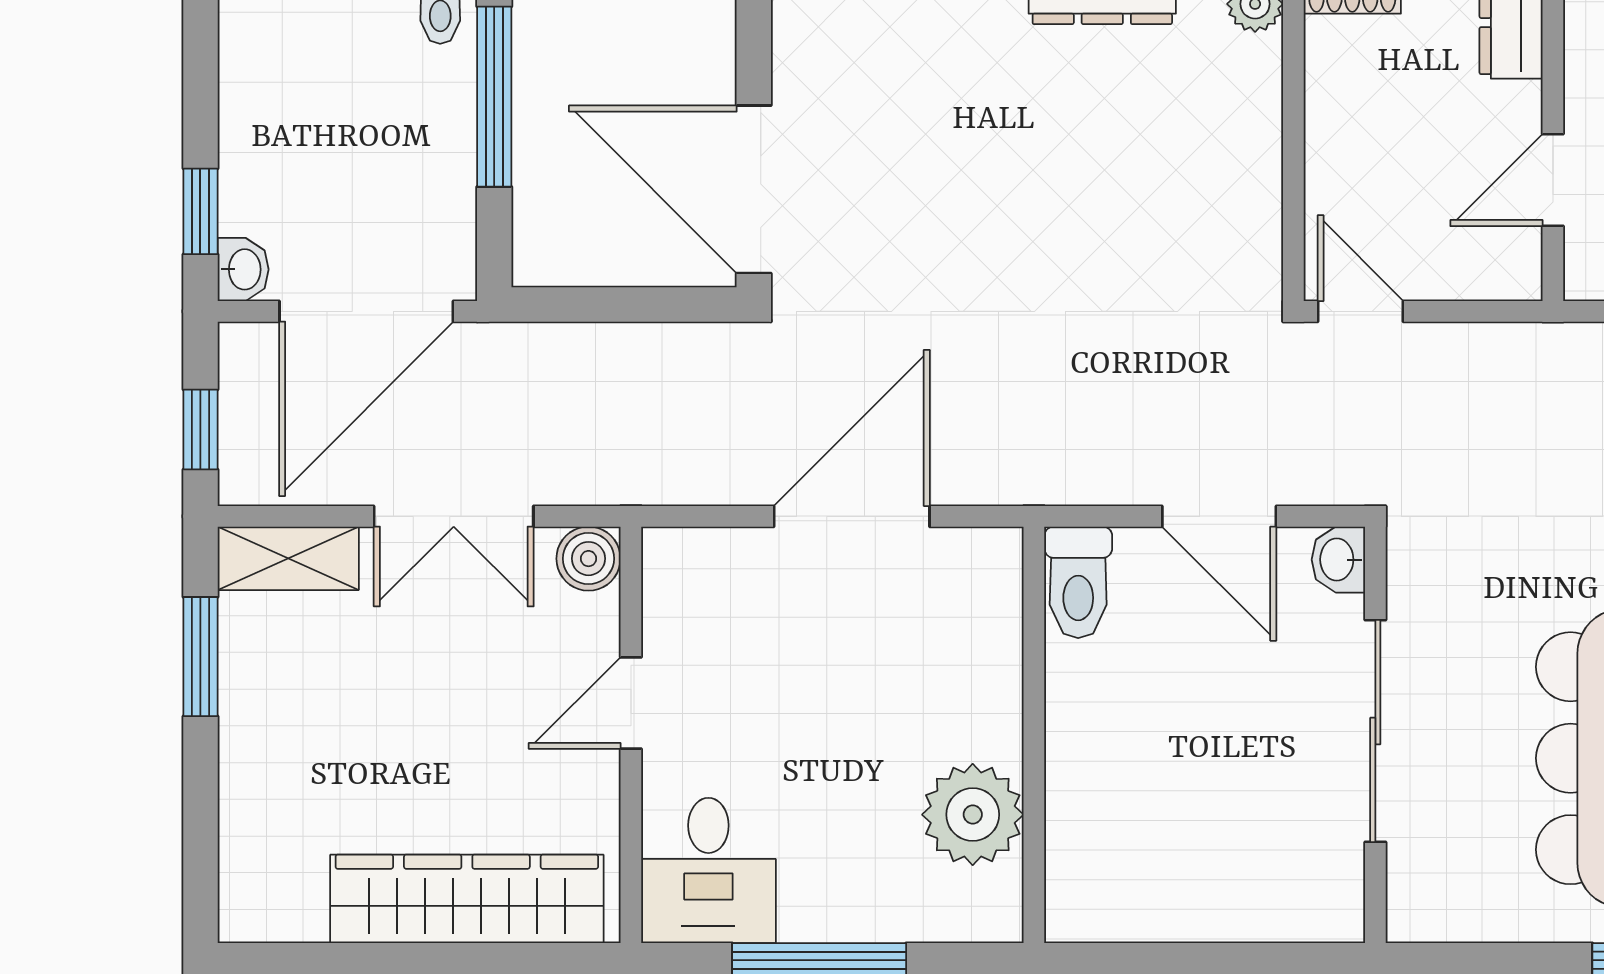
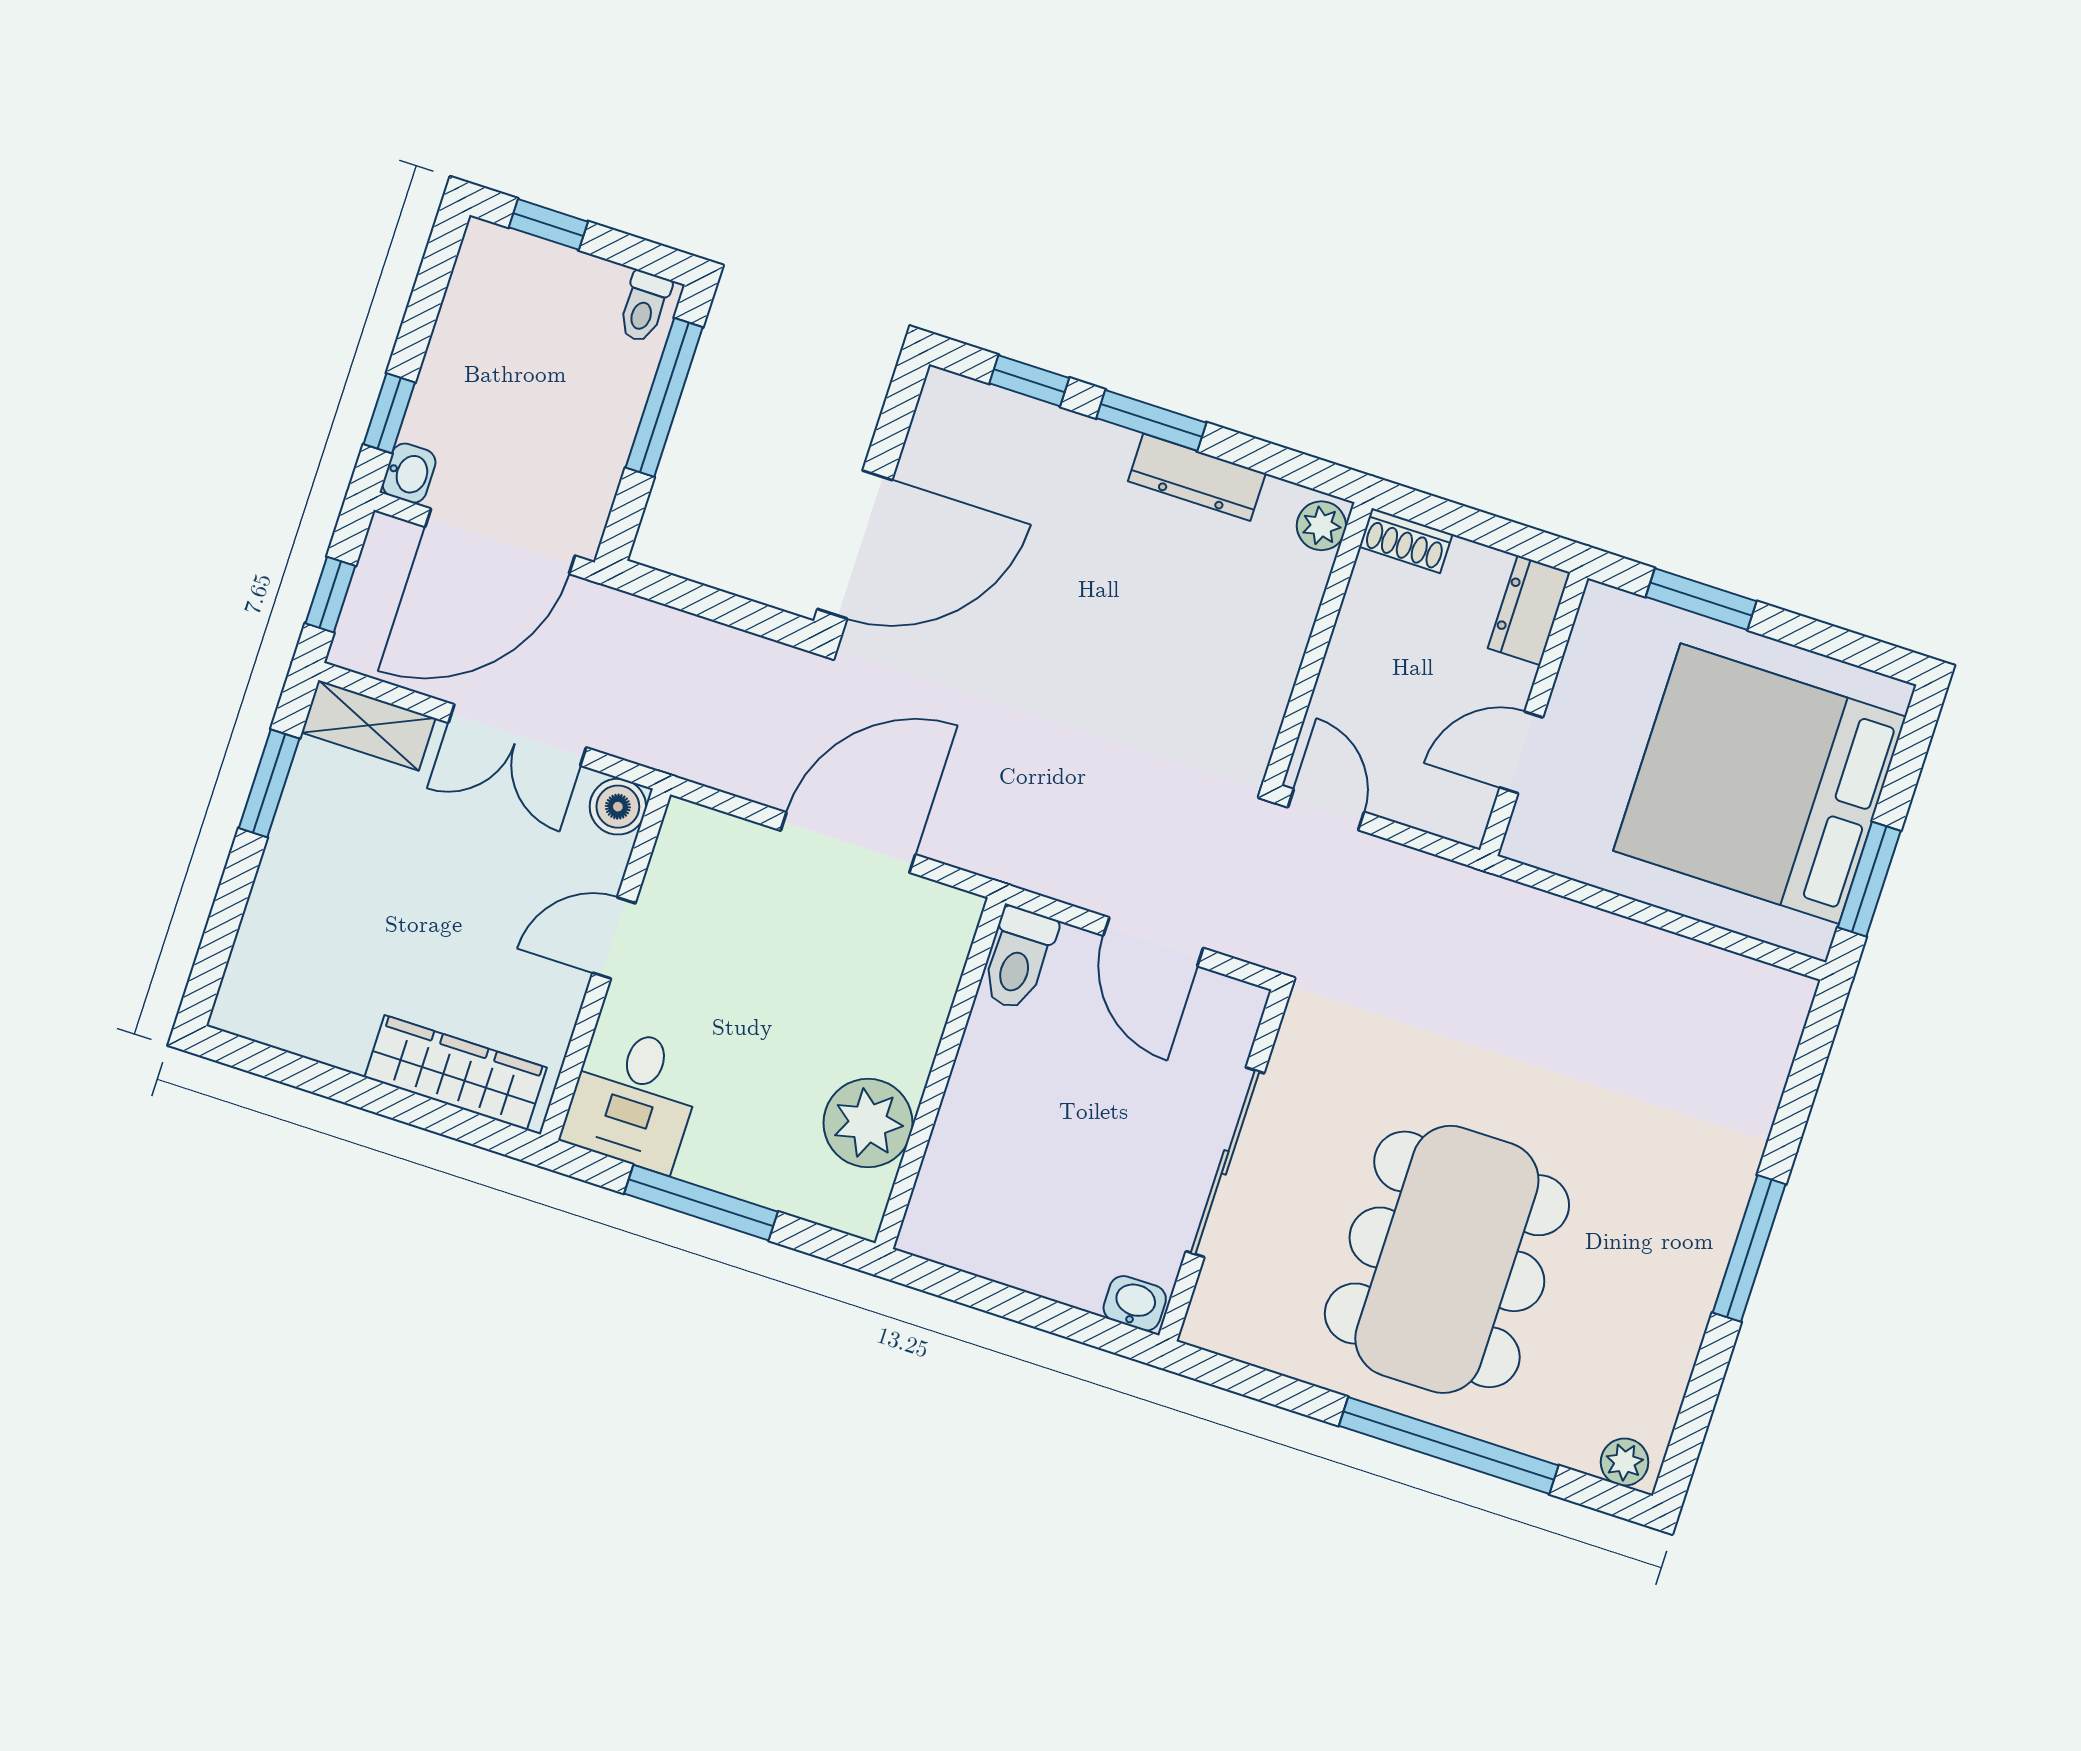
door: (754, 189) -> (855, 544), swing flipped
washbasin: (1338, 560) -> (1135, 1303), moved, turned 90
wardrobe: (467, 899) -> (456, 1072), width x0.71, depth x0.85

